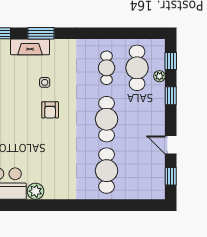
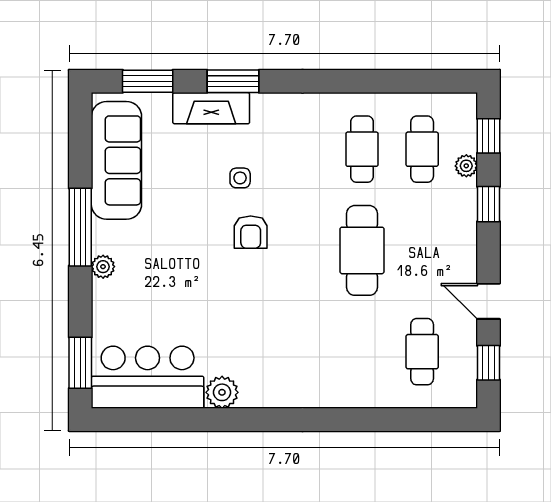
cafe table: (137, 68) -> (422, 149), width x0.73, depth x0.74
cafe table: (107, 171) -> (422, 352), moved, width x0.73, depth x0.74

